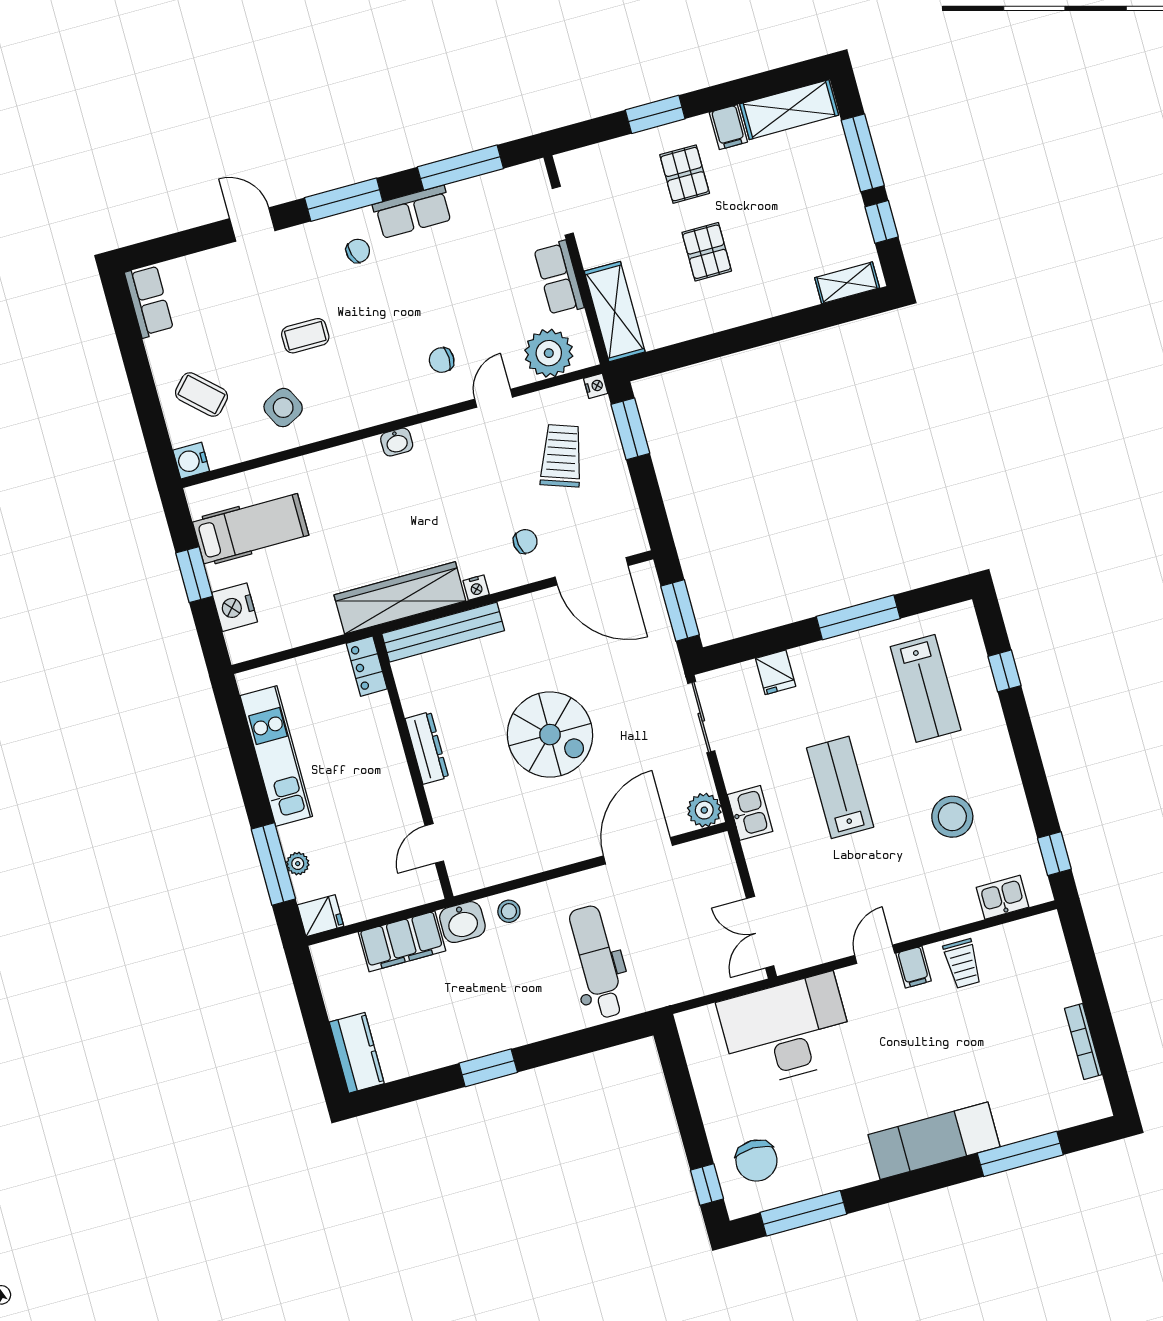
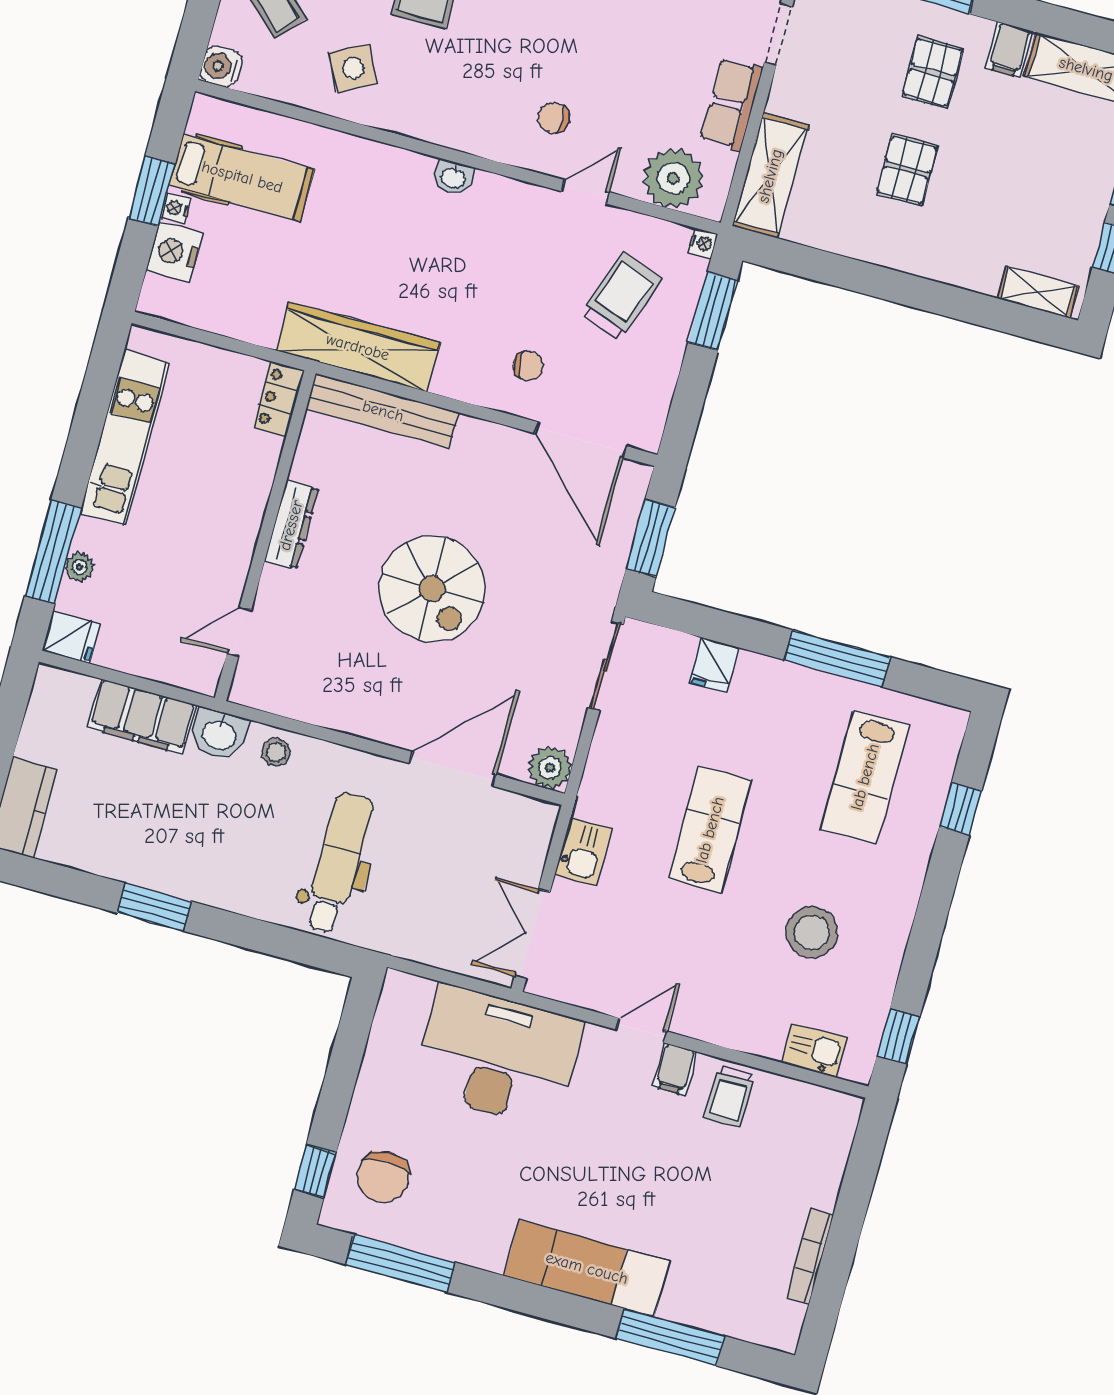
nightstand: (476, 588) -> (176, 209), moved, turned 90
kitchen sink: (750, 813) -> (583, 852), moved

